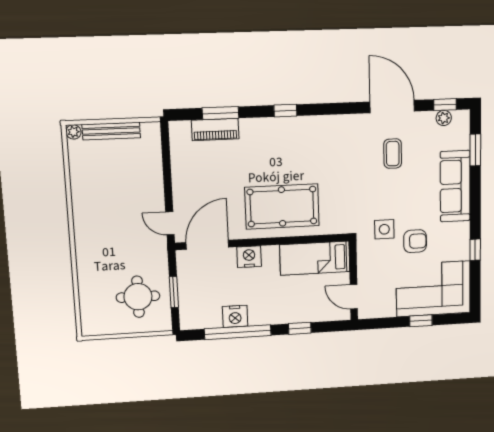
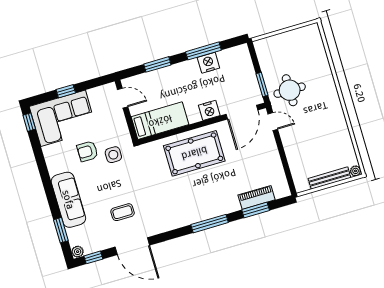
window: (285, 111) -> (210, 224), width x2.17
plant: (444, 118) -> (78, 252), moved
coffee table: (393, 154) -> (123, 212), turned 90
window: (475, 250) -> (29, 122), moved
window: (174, 292) -> (262, 85), moved
round table: (138, 297) -> (290, 90), moved
window: (300, 328) -> (157, 64), width x1.50
window: (238, 332) -> (203, 51), width x0.68

